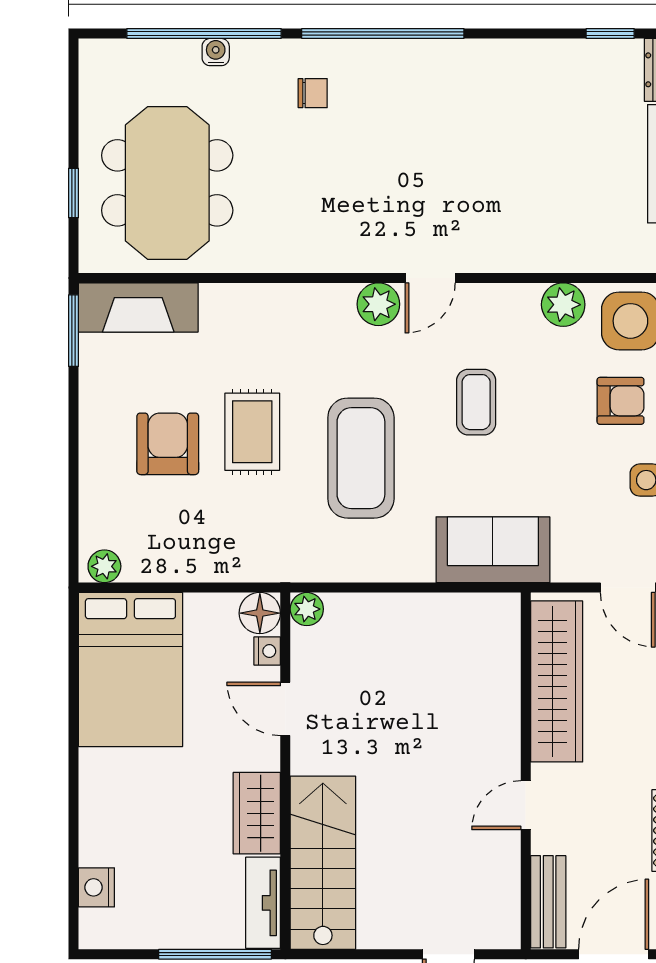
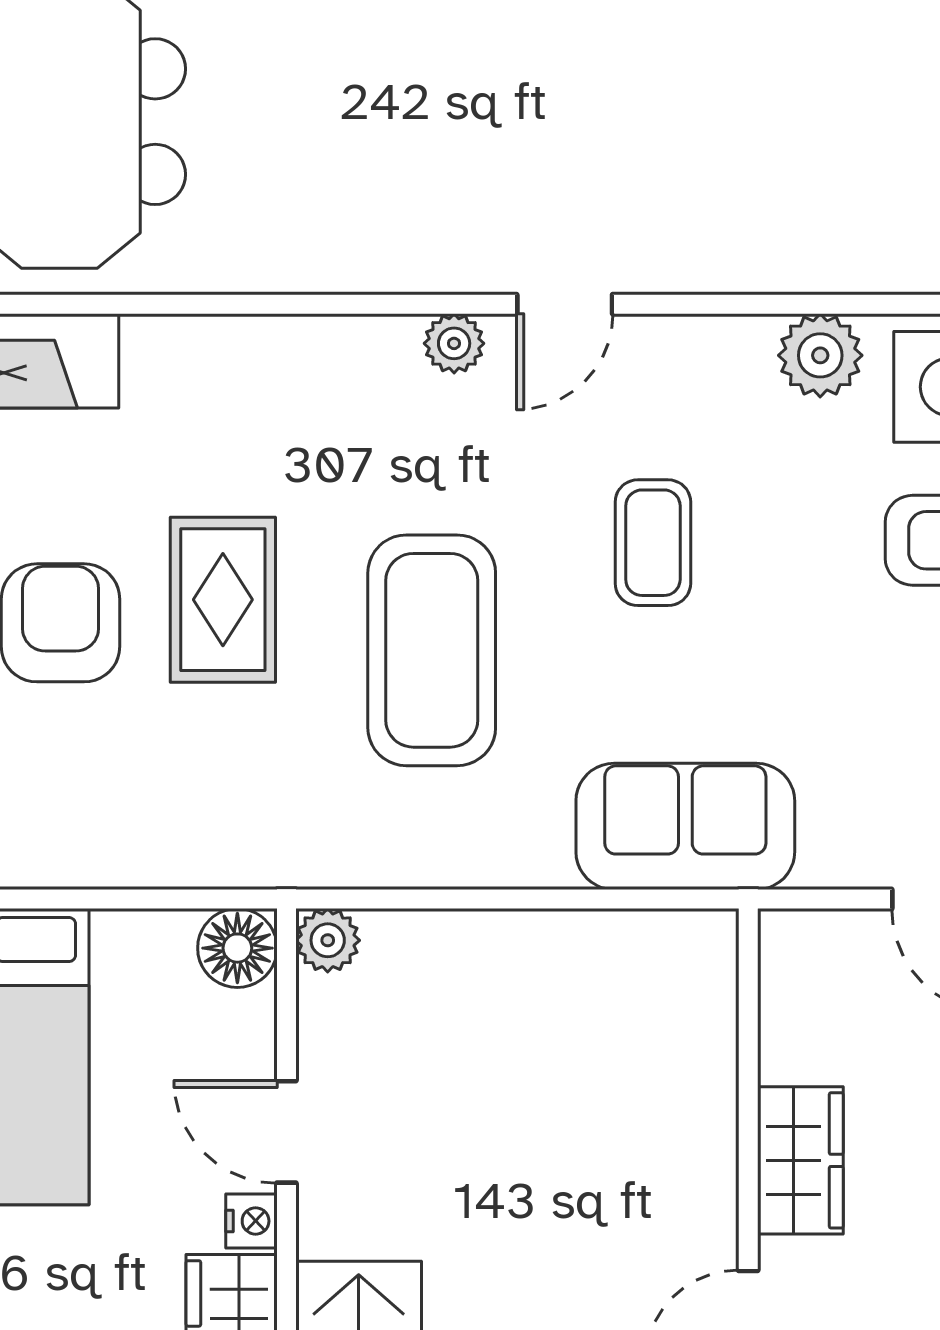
plant: (378, 304) -> (454, 343), width x0.73, depth x0.73
nightstand: (267, 651) -> (251, 1221), moved
wardrobe: (557, 681) -> (800, 1160), width x0.48, depth x0.85

